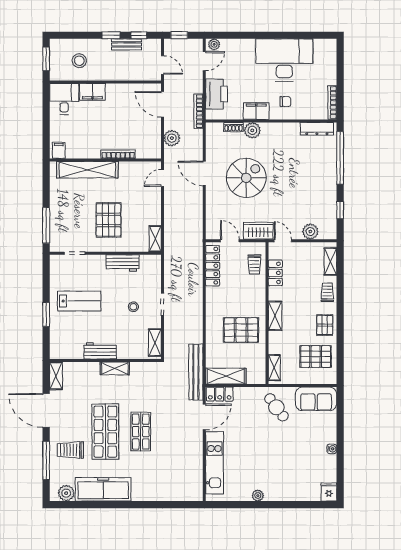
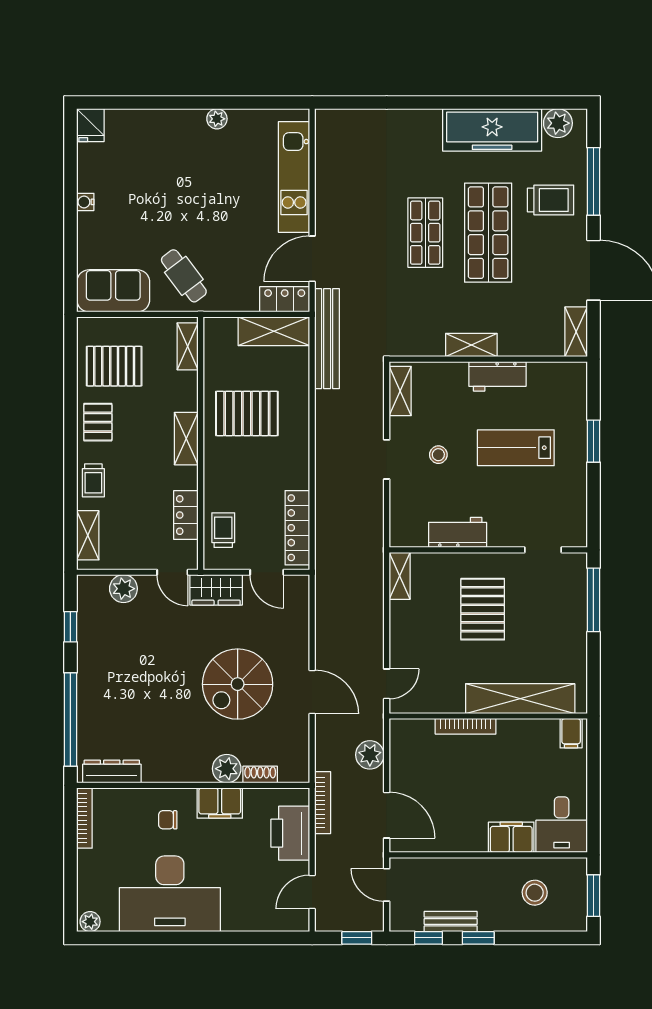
plant: (214, 44) -> (90, 922), moved
lab bench: (79, 301) -> (516, 448), moved

